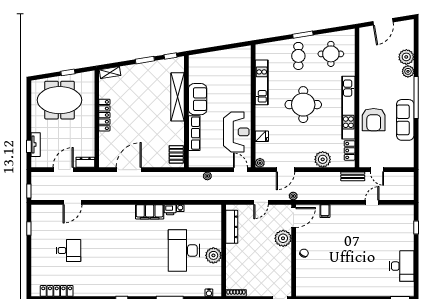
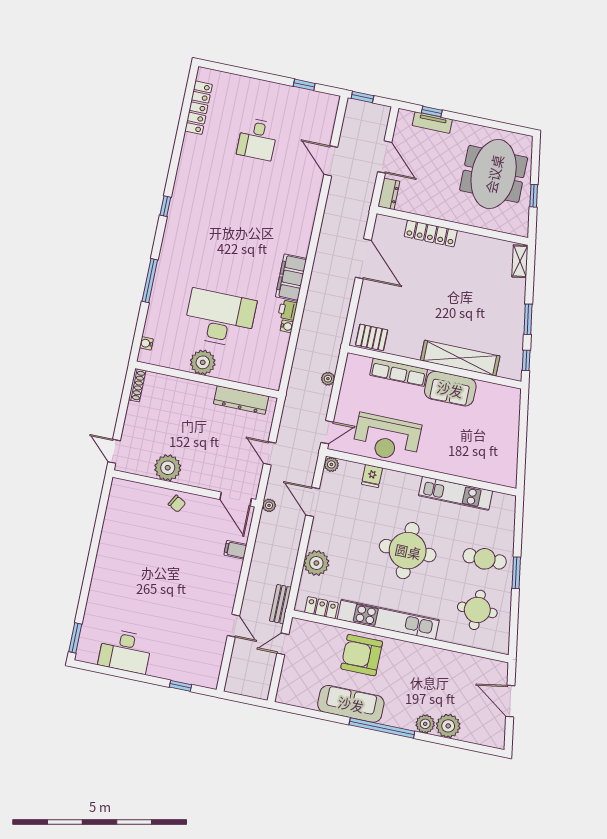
locker: (104, 115) -> (431, 233), moved
plant: (283, 238) -> (168, 468), moved

